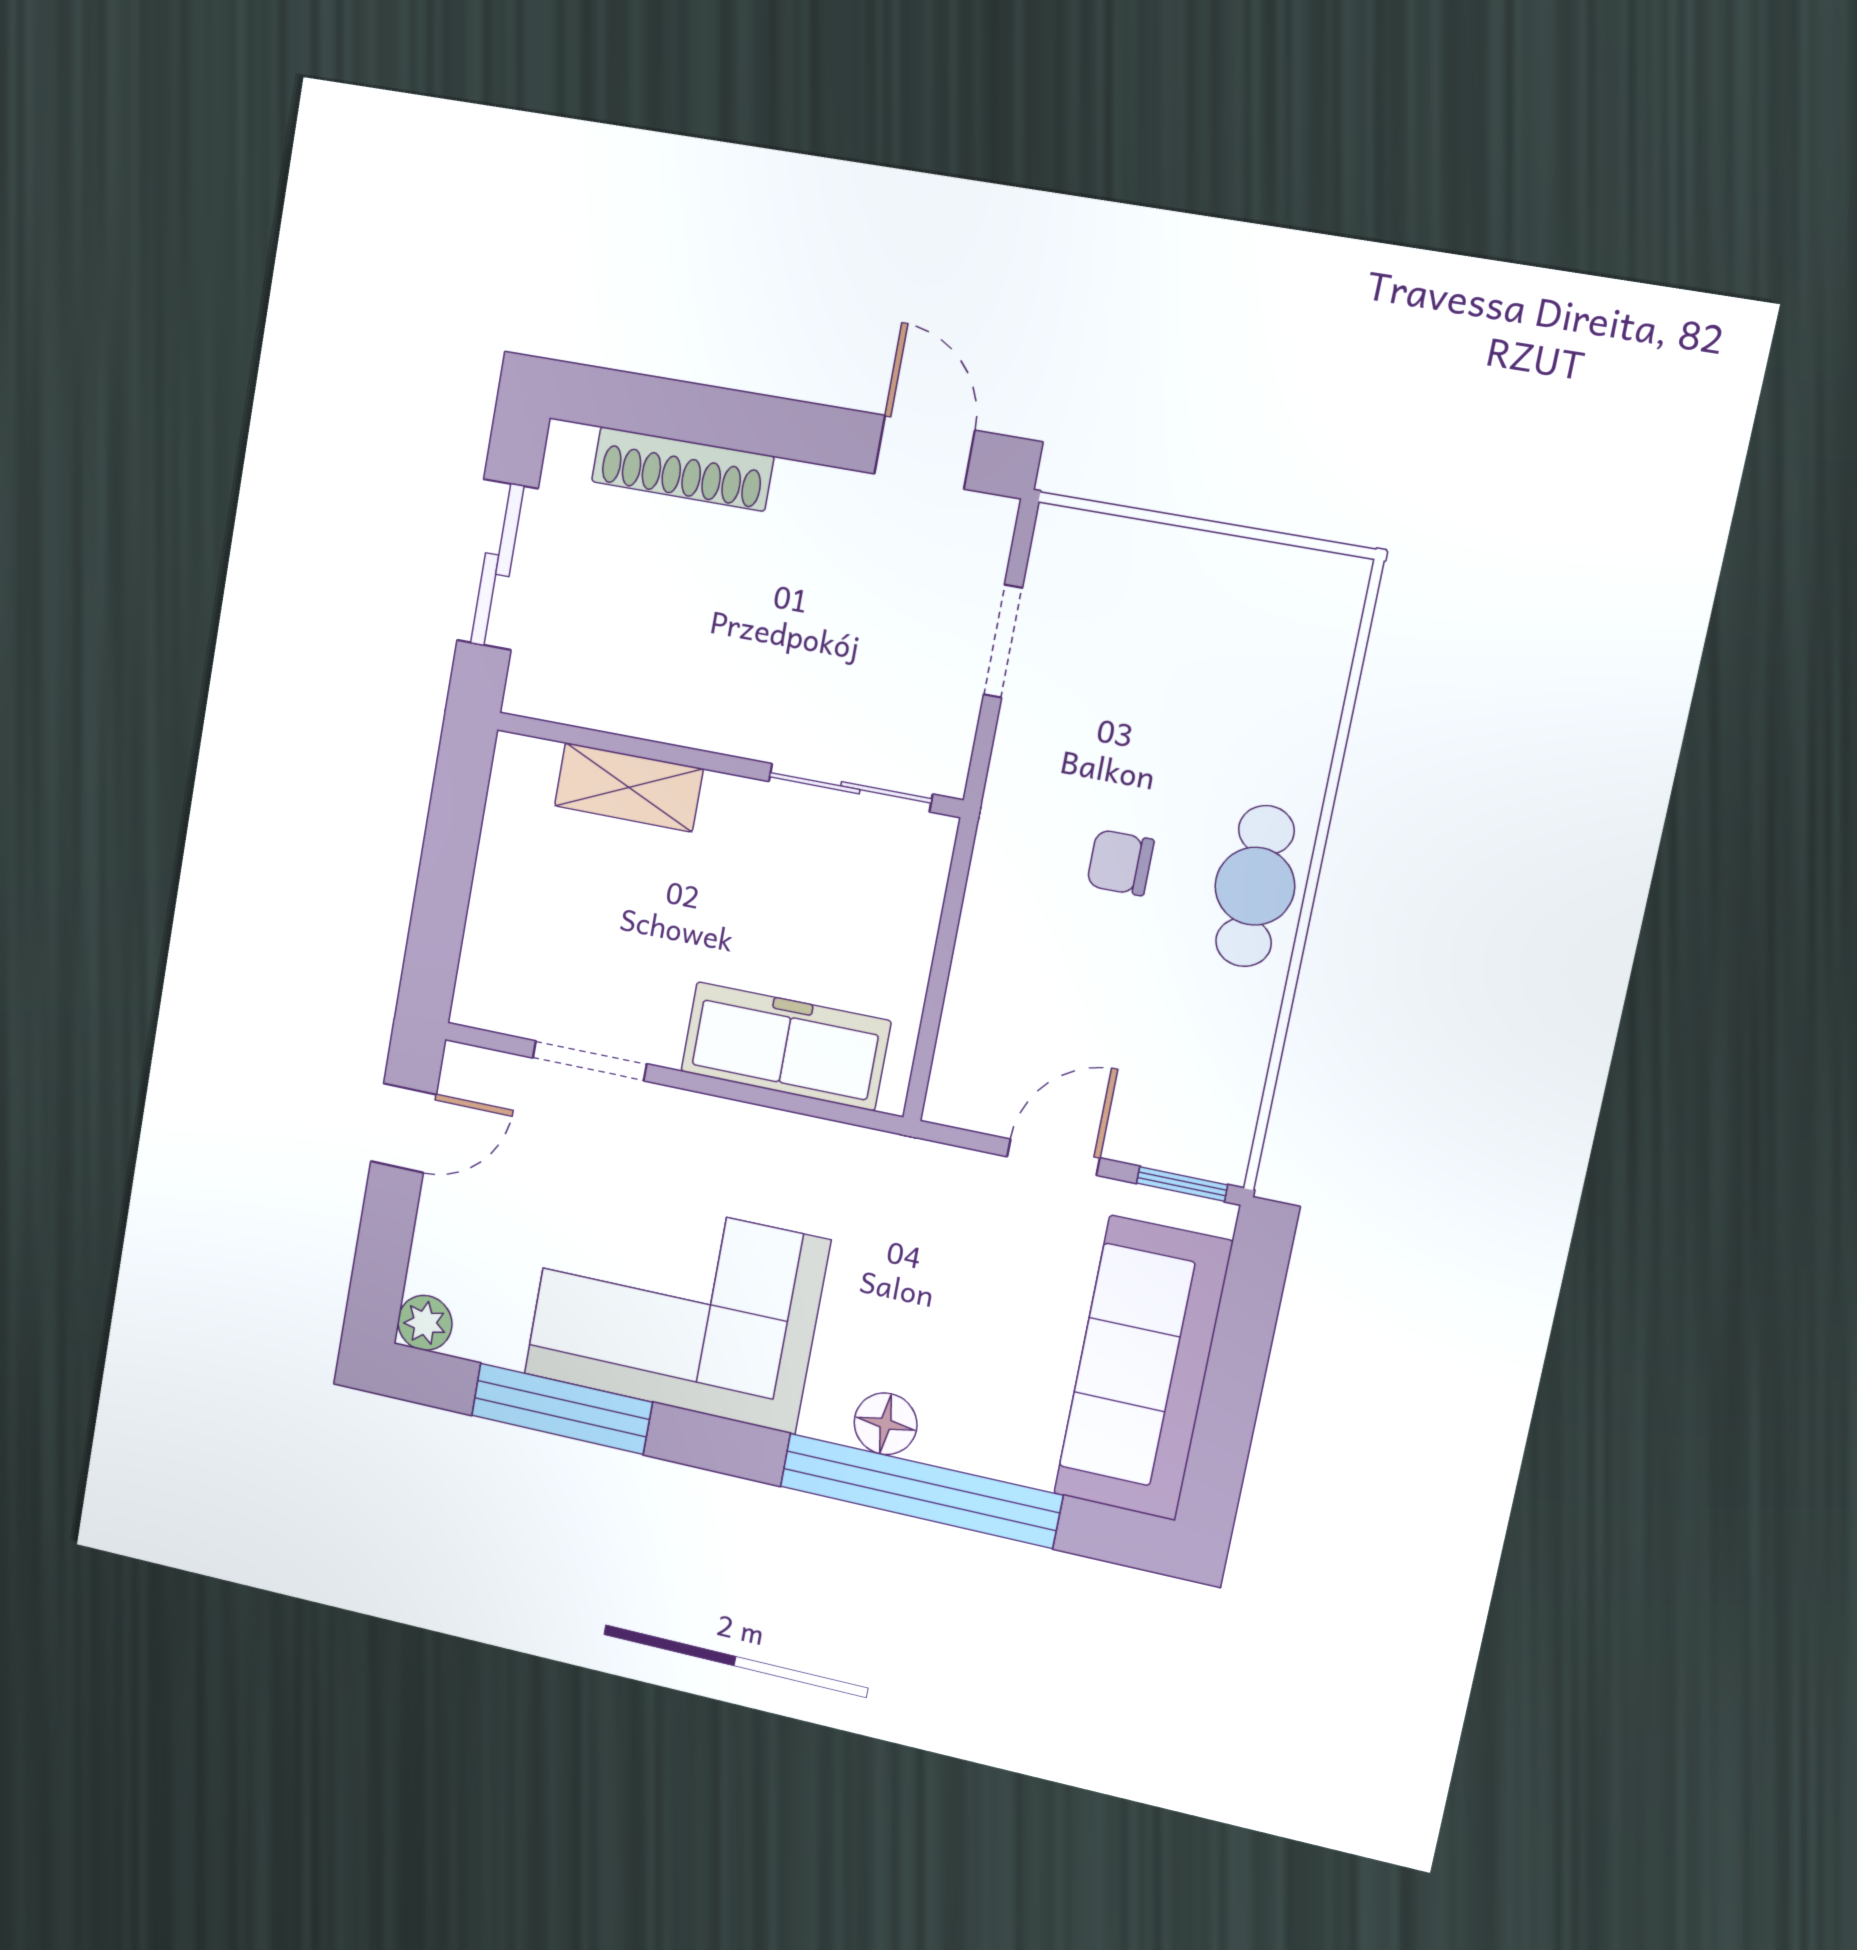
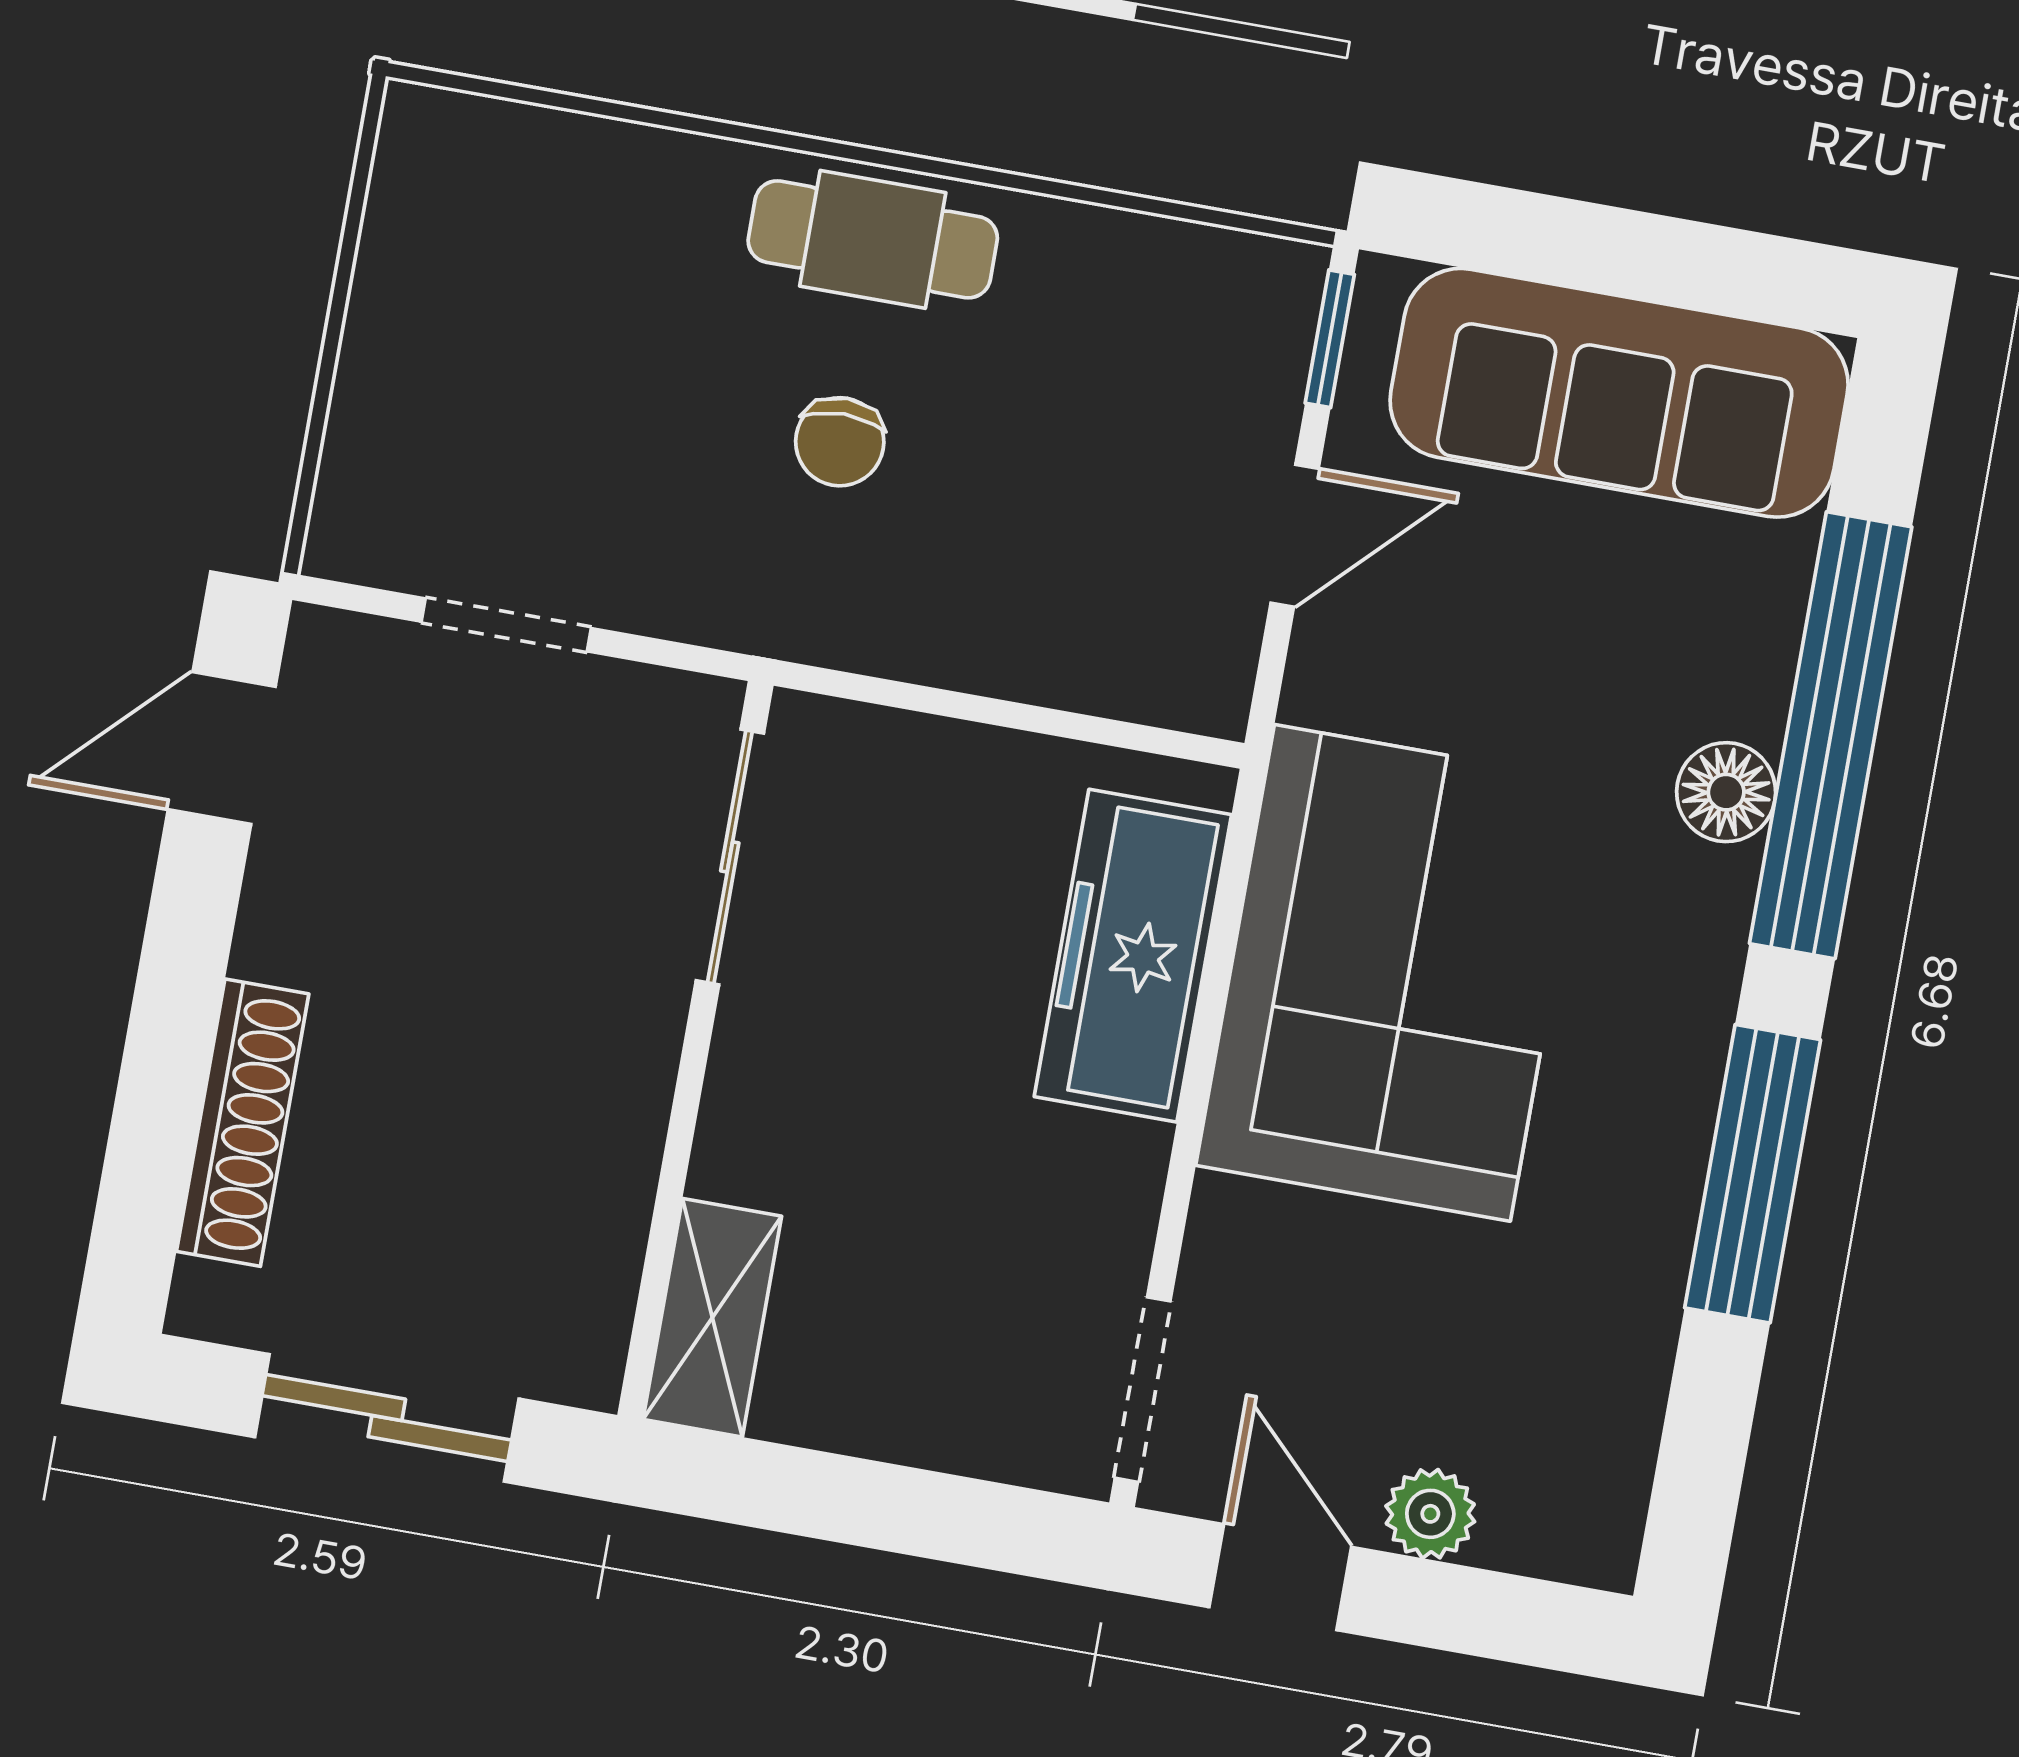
shelving: (629, 787) -> (712, 1318), moved
doorway: (590, 1061) -> (1143, 1390), moved
door: (1053, 1157) -> (1295, 536), swing flipped
corner sofa: (676, 1307) -> (1392, 973), moved, turned 180
plant: (425, 1323) -> (1430, 1514), moved
window: (562, 1409) -> (1753, 1174), moved

